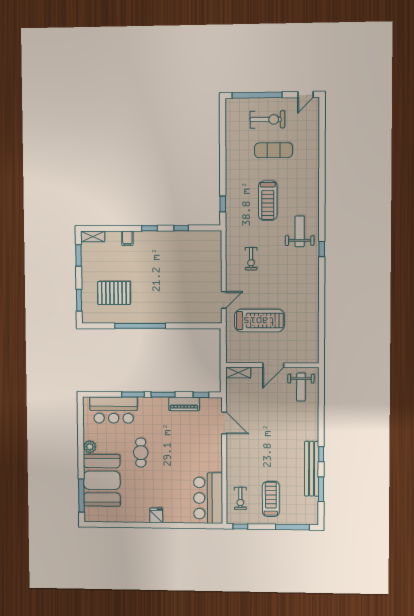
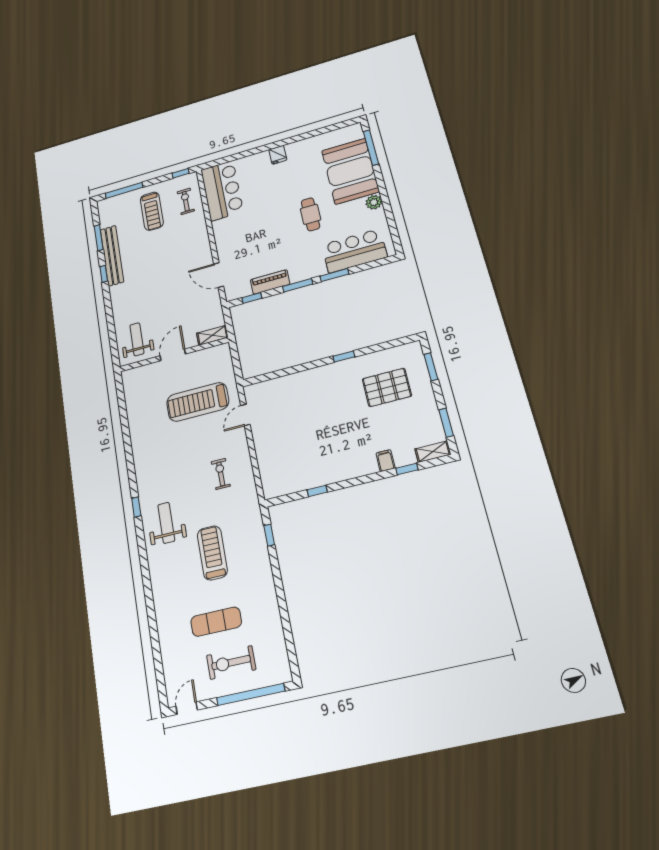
window: (150, 228) -> (407, 469), moved
weight bench: (300, 231) -> (166, 523), turned 180
window: (140, 326) -> (344, 357), width x0.32

